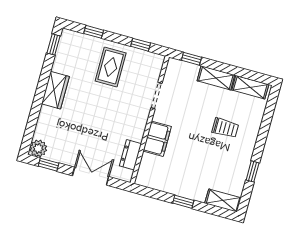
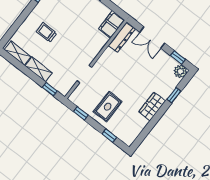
window: (54, 44) -> (174, 95), moved
filing cabinet: (157, 139) -> (112, 24), moved
dresser: (130, 155) -> (122, 37), width x1.44

